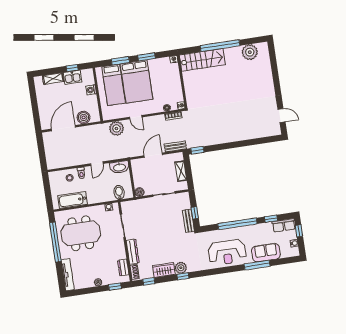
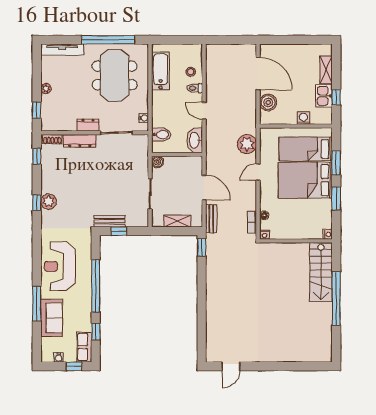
plant: (250, 52) -> (322, 337), removed
dresser: (123, 268) -> (88, 125), moved
wardrobe: (164, 270) -> (49, 179), removed

